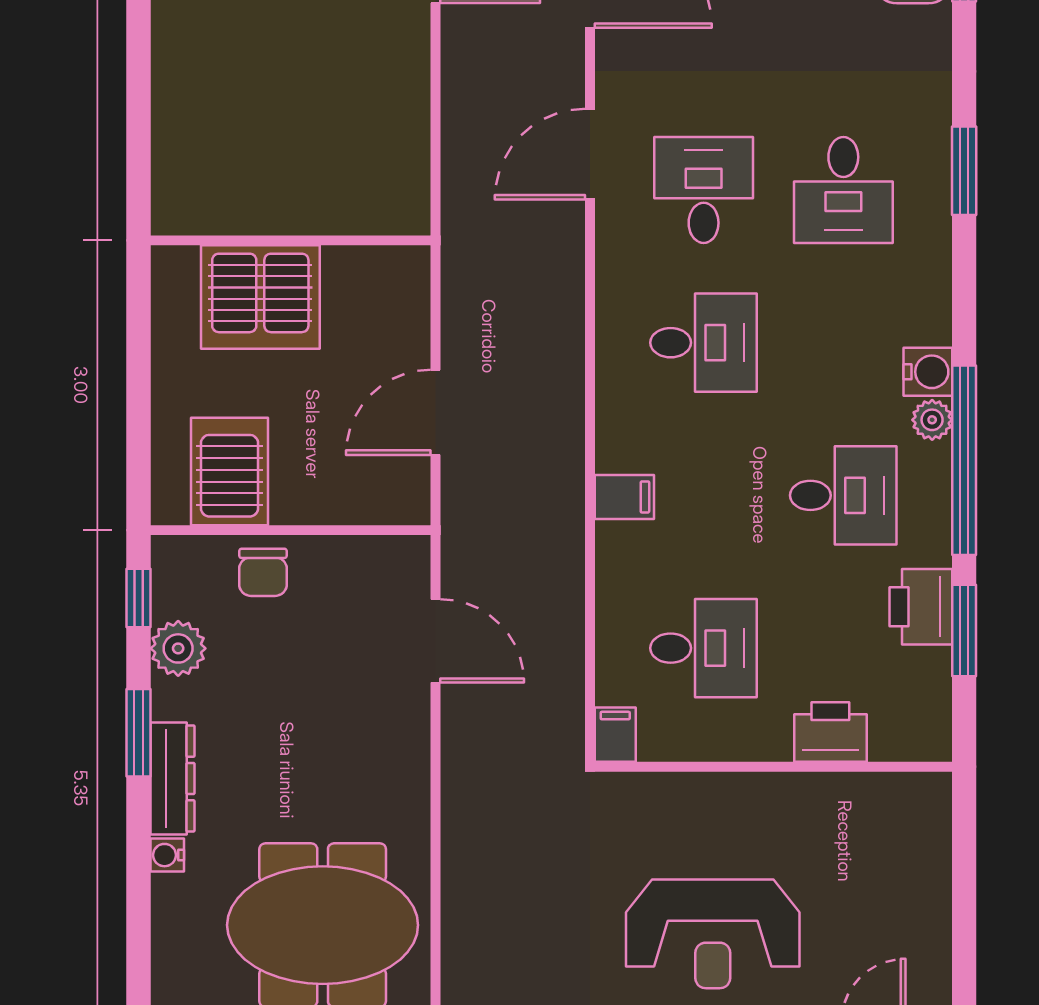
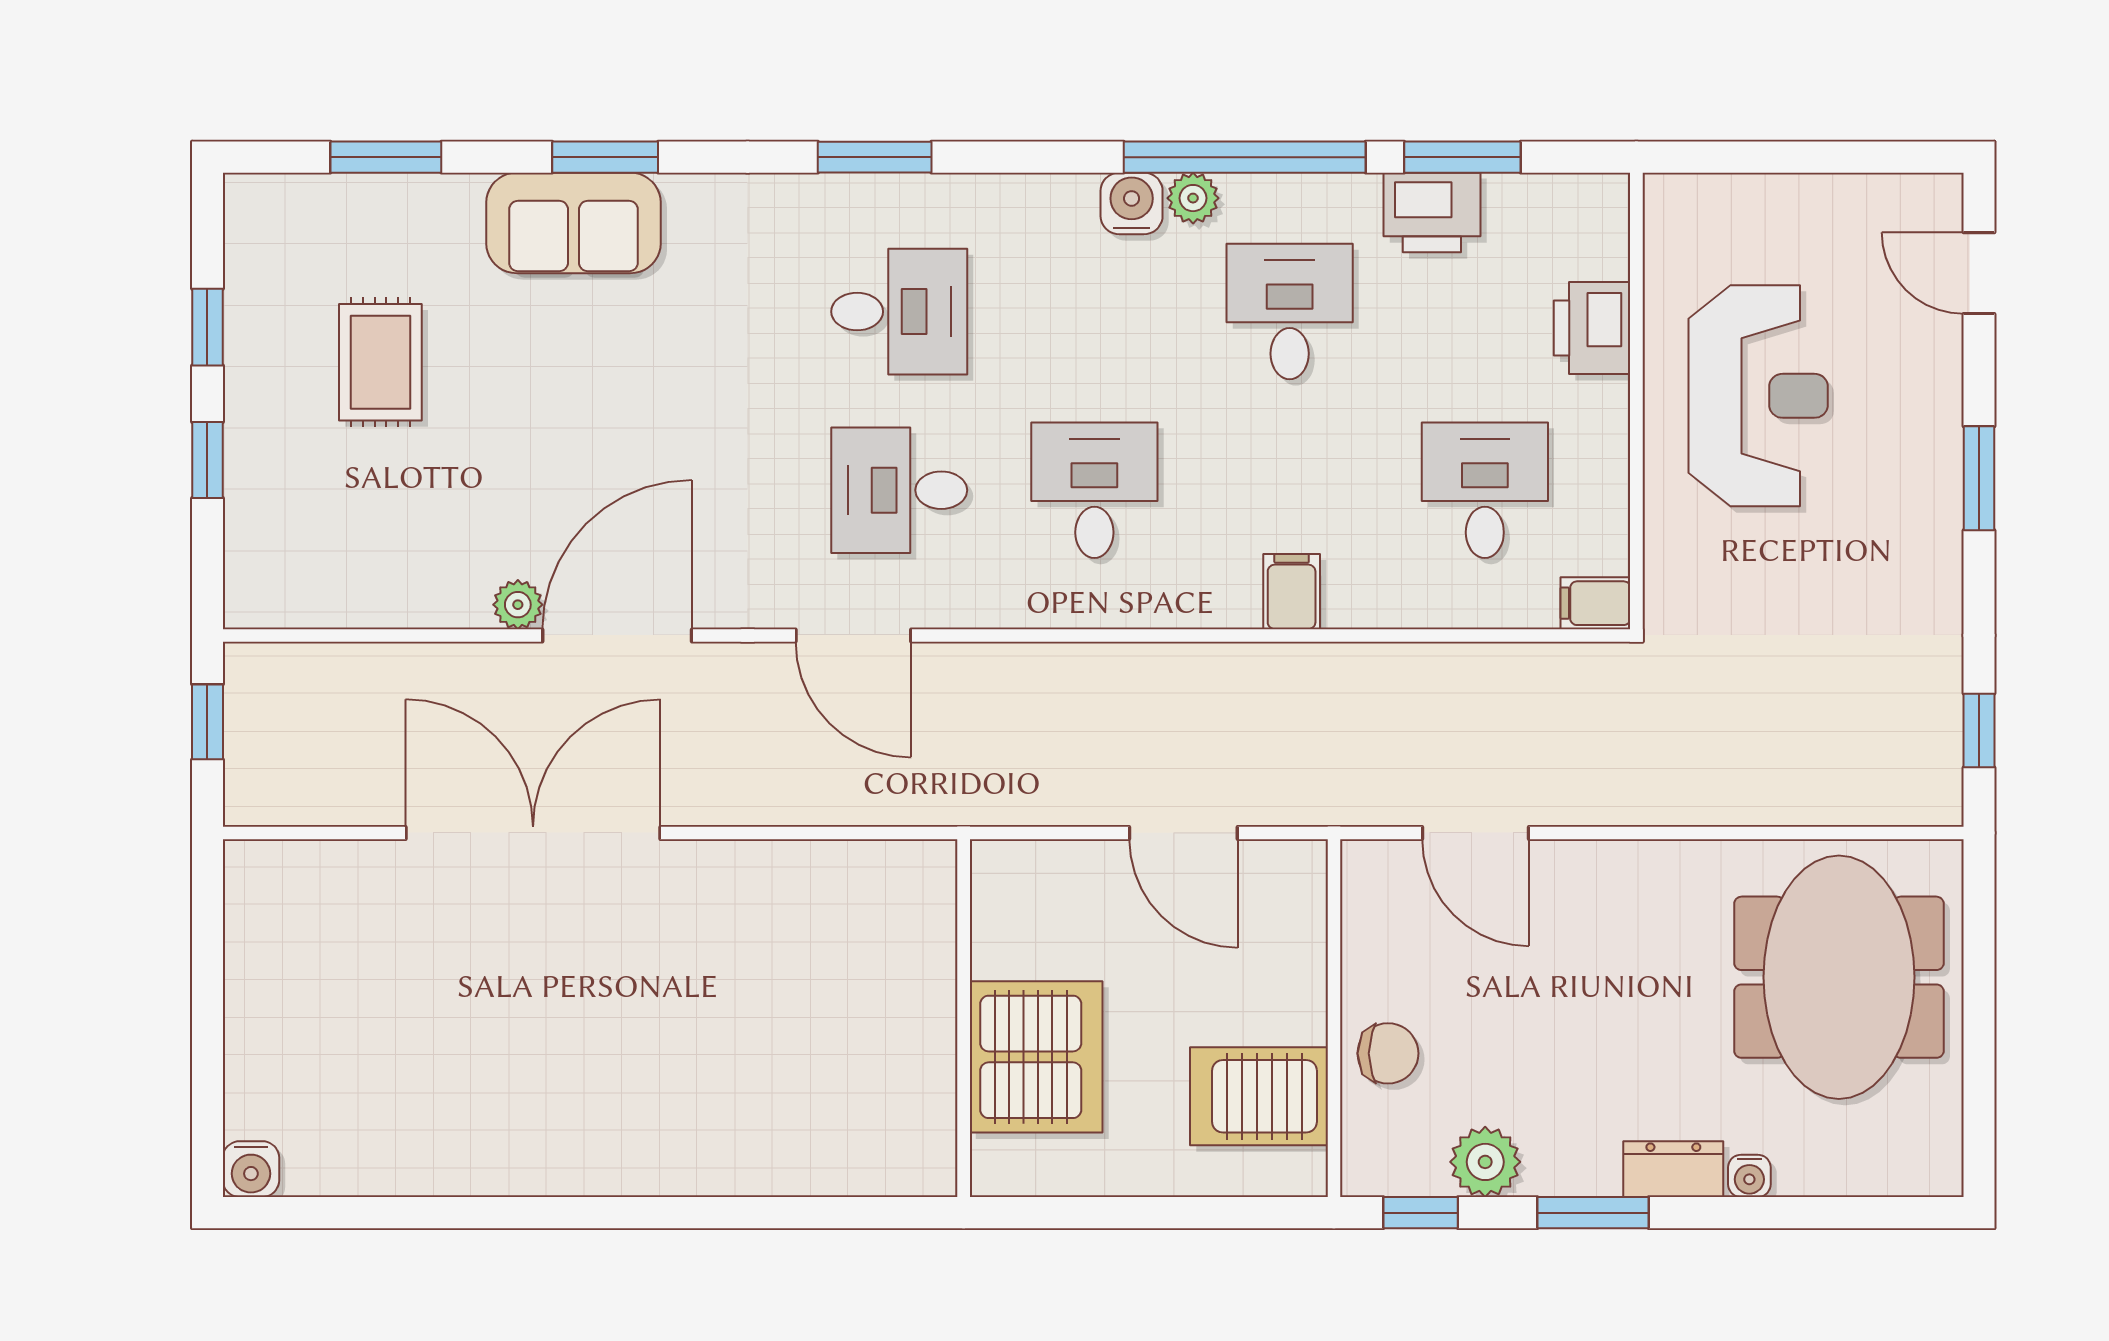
door: (435, 641) -> (1476, 833), swing flipped
dresser: (173, 778) -> (1673, 1169), width x0.70
reception desk: (713, 934) -> (1758, 396), moved

